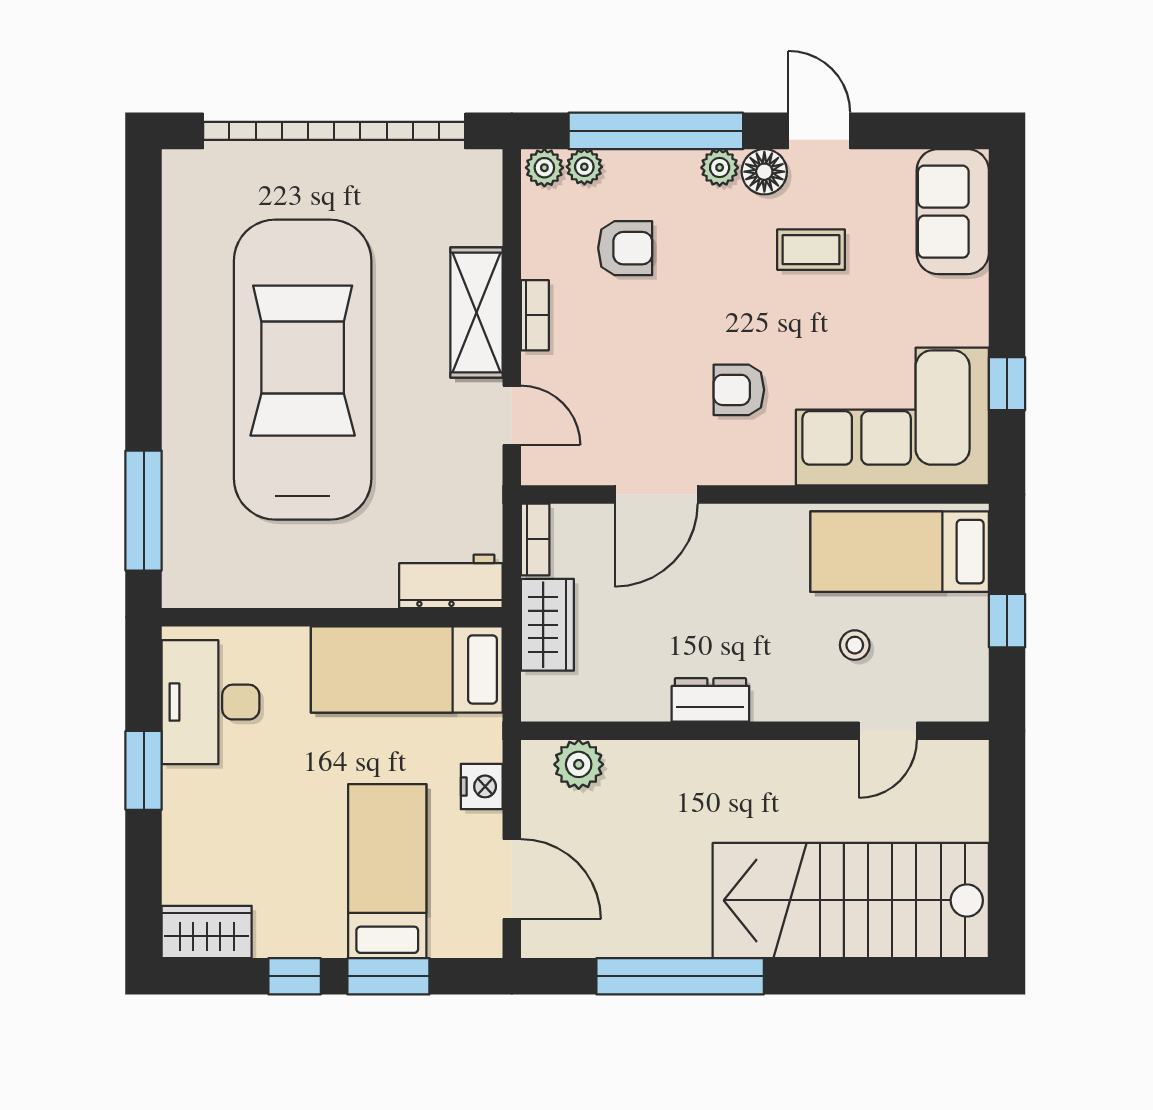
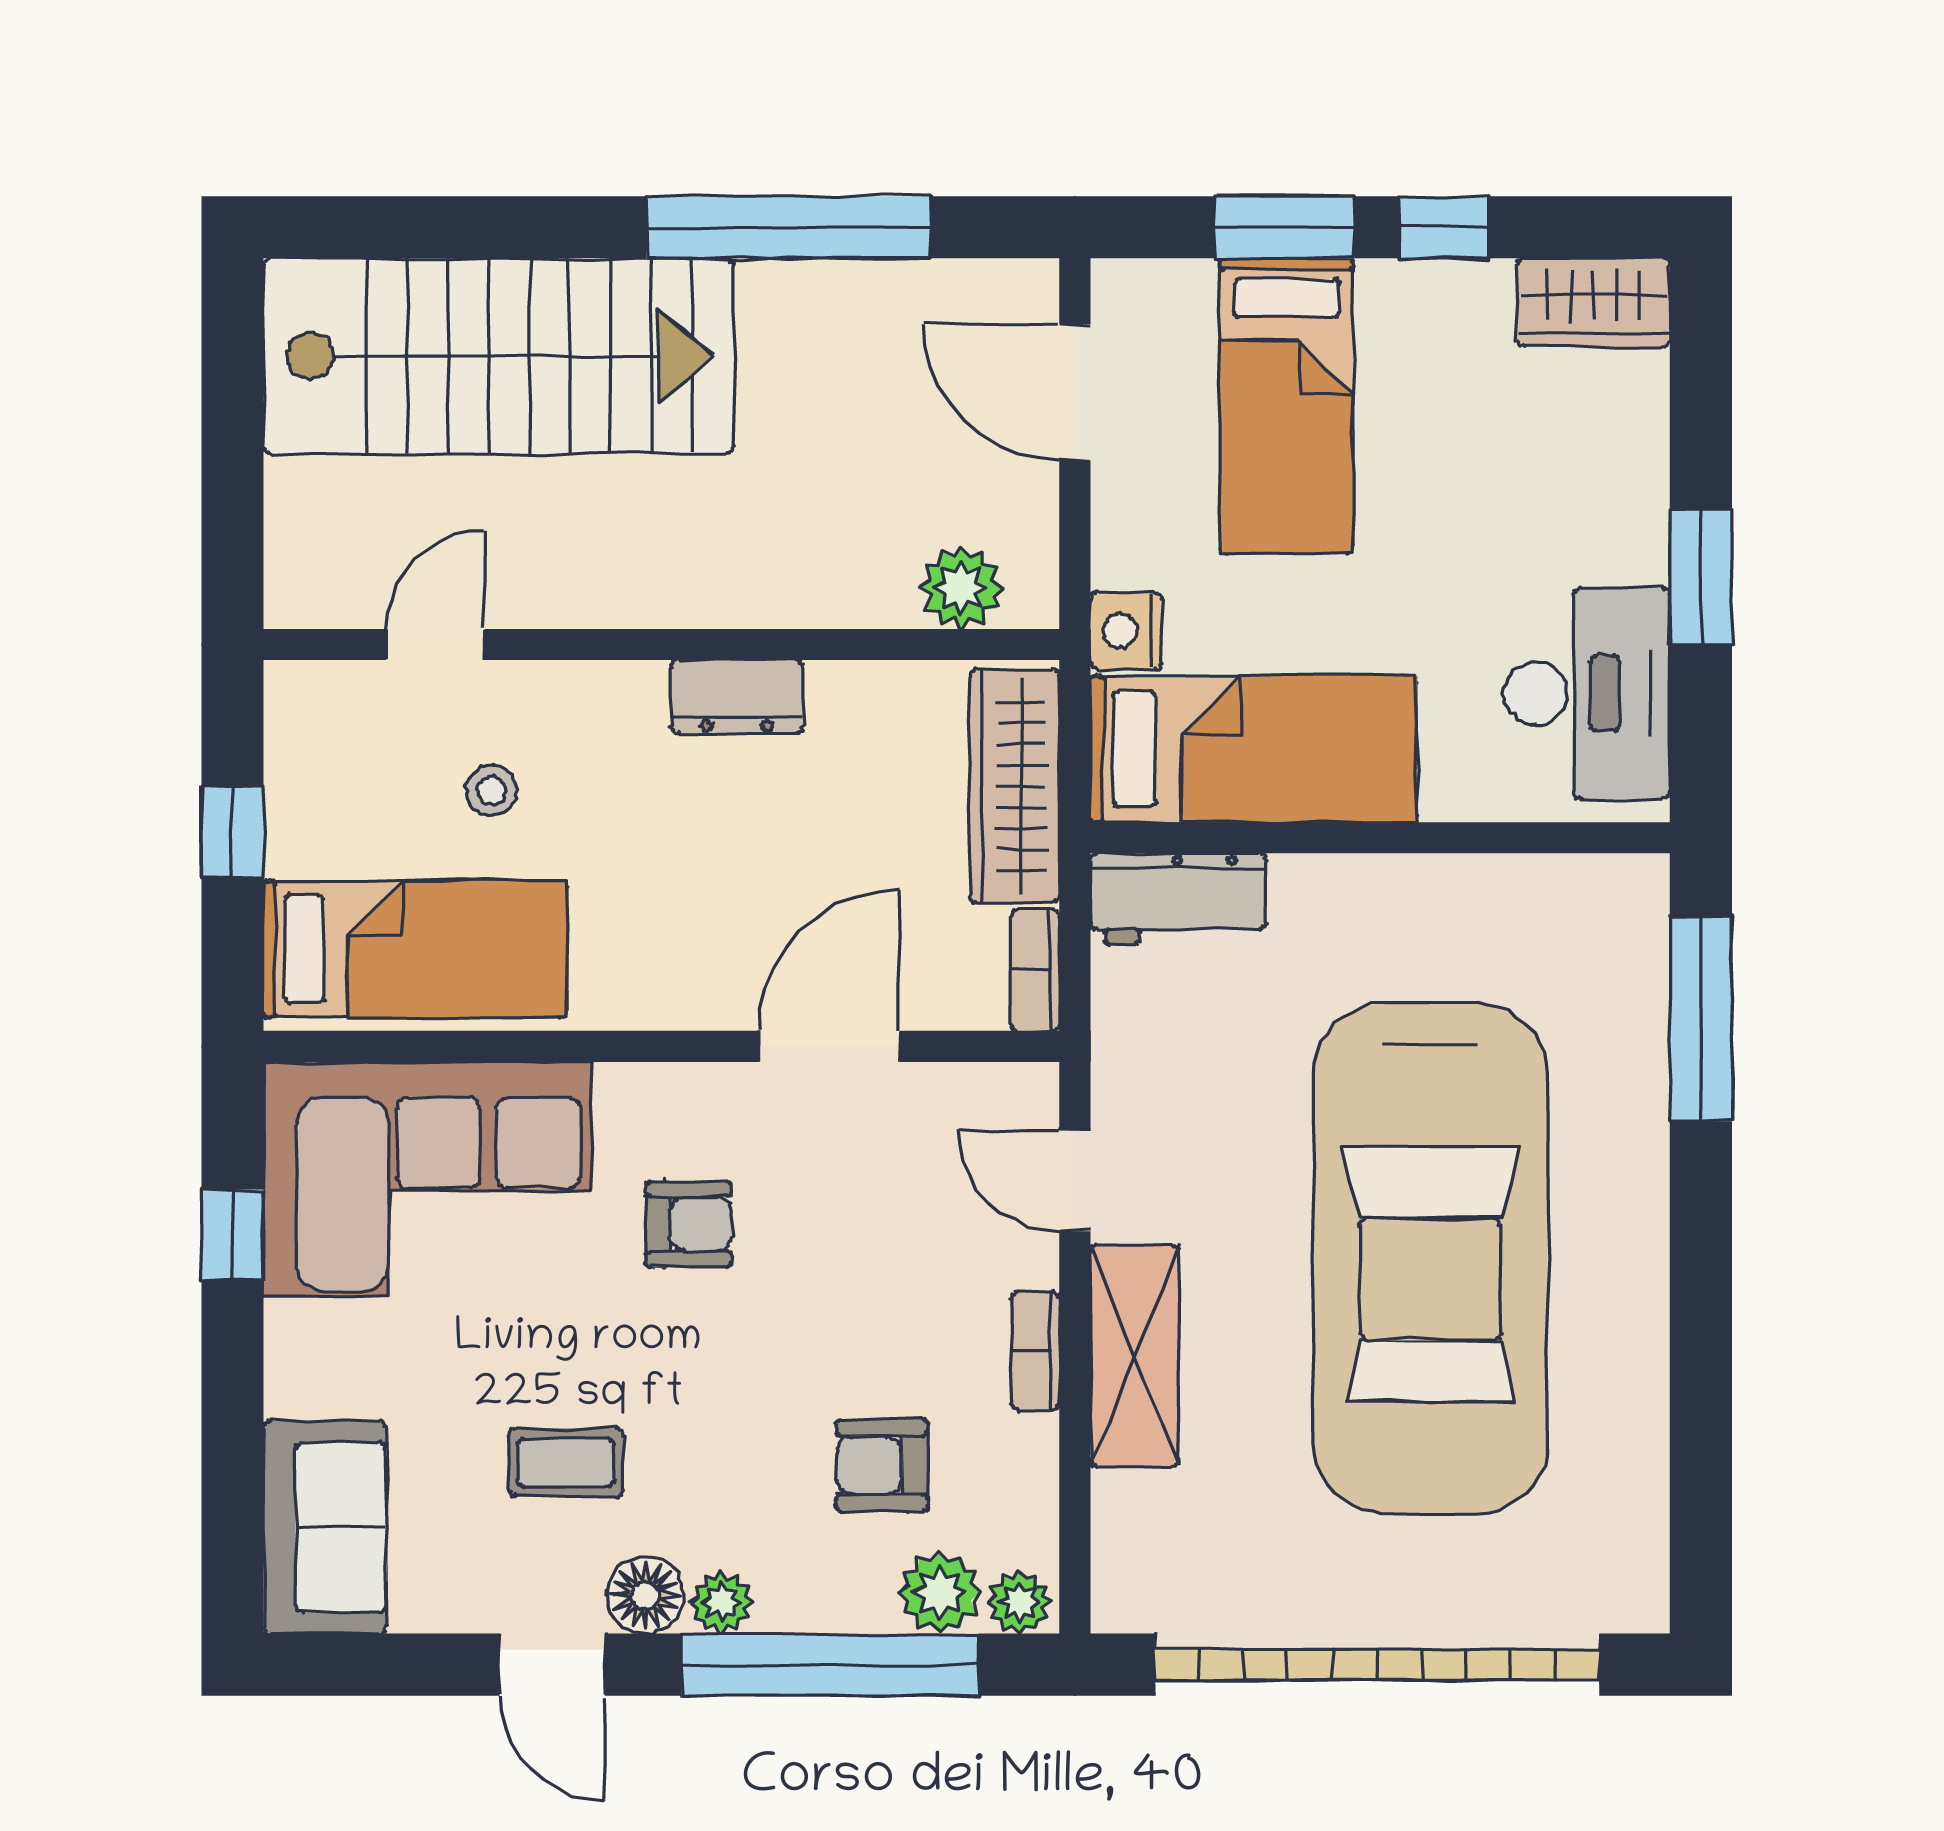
plant: (584, 167) -> (940, 1592), width x1.38, depth x1.38
wardrobe: (547, 625) -> (1014, 786), width x1.50
nightstand: (482, 786) -> (1126, 631), moved

